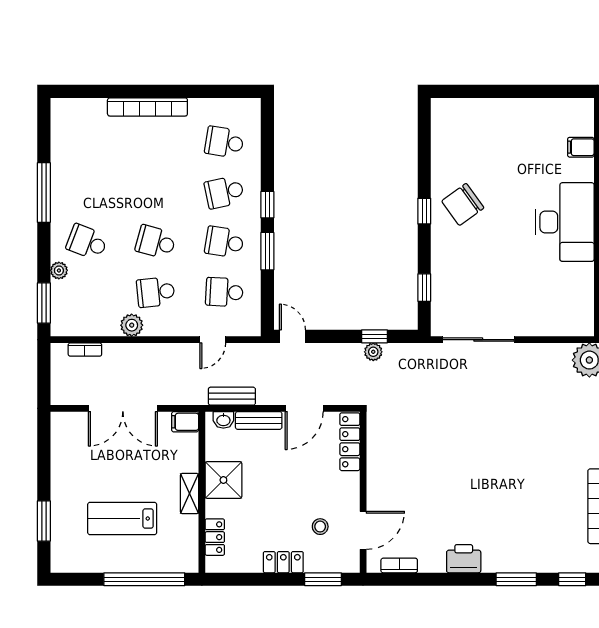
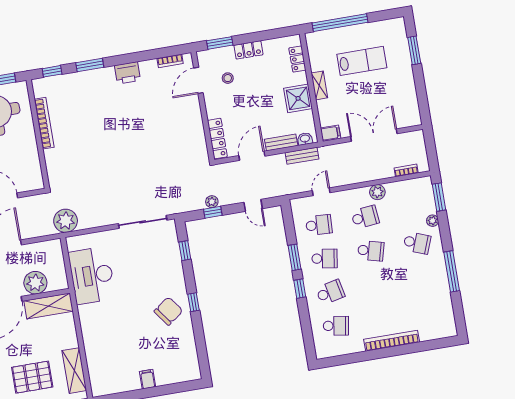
filing cabinet: (581, 147) -> (148, 379), moved, turned -90
desk: (565, 222) -> (92, 275), moved
door: (292, 336) -> (253, 205), moved

